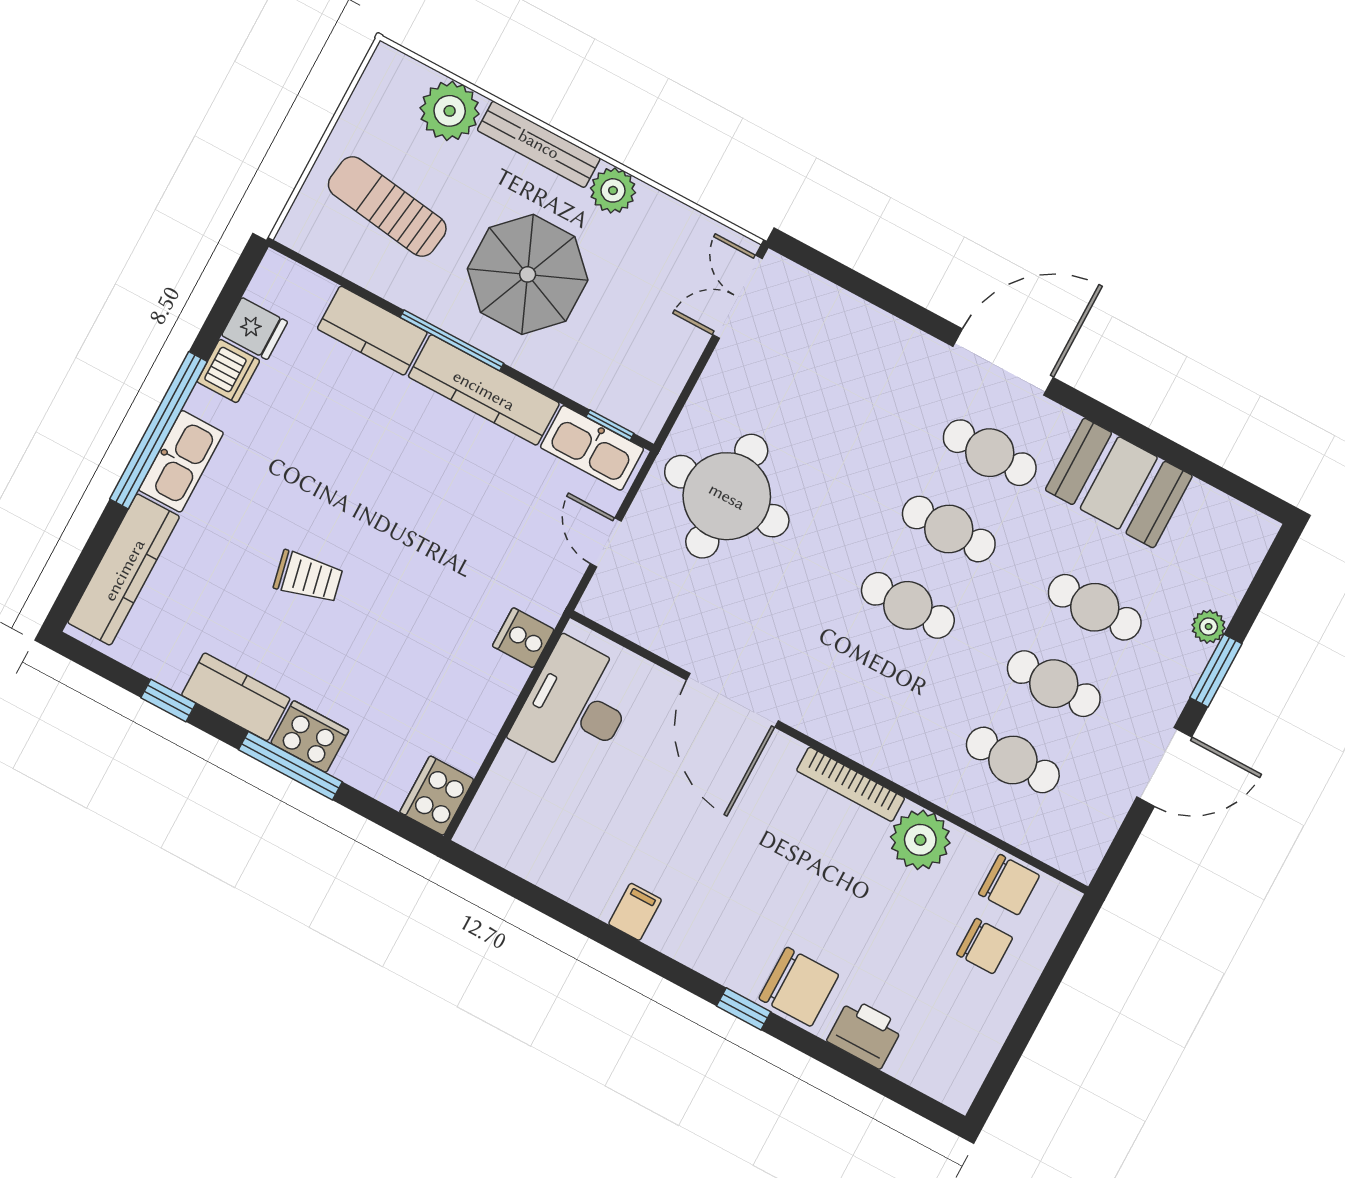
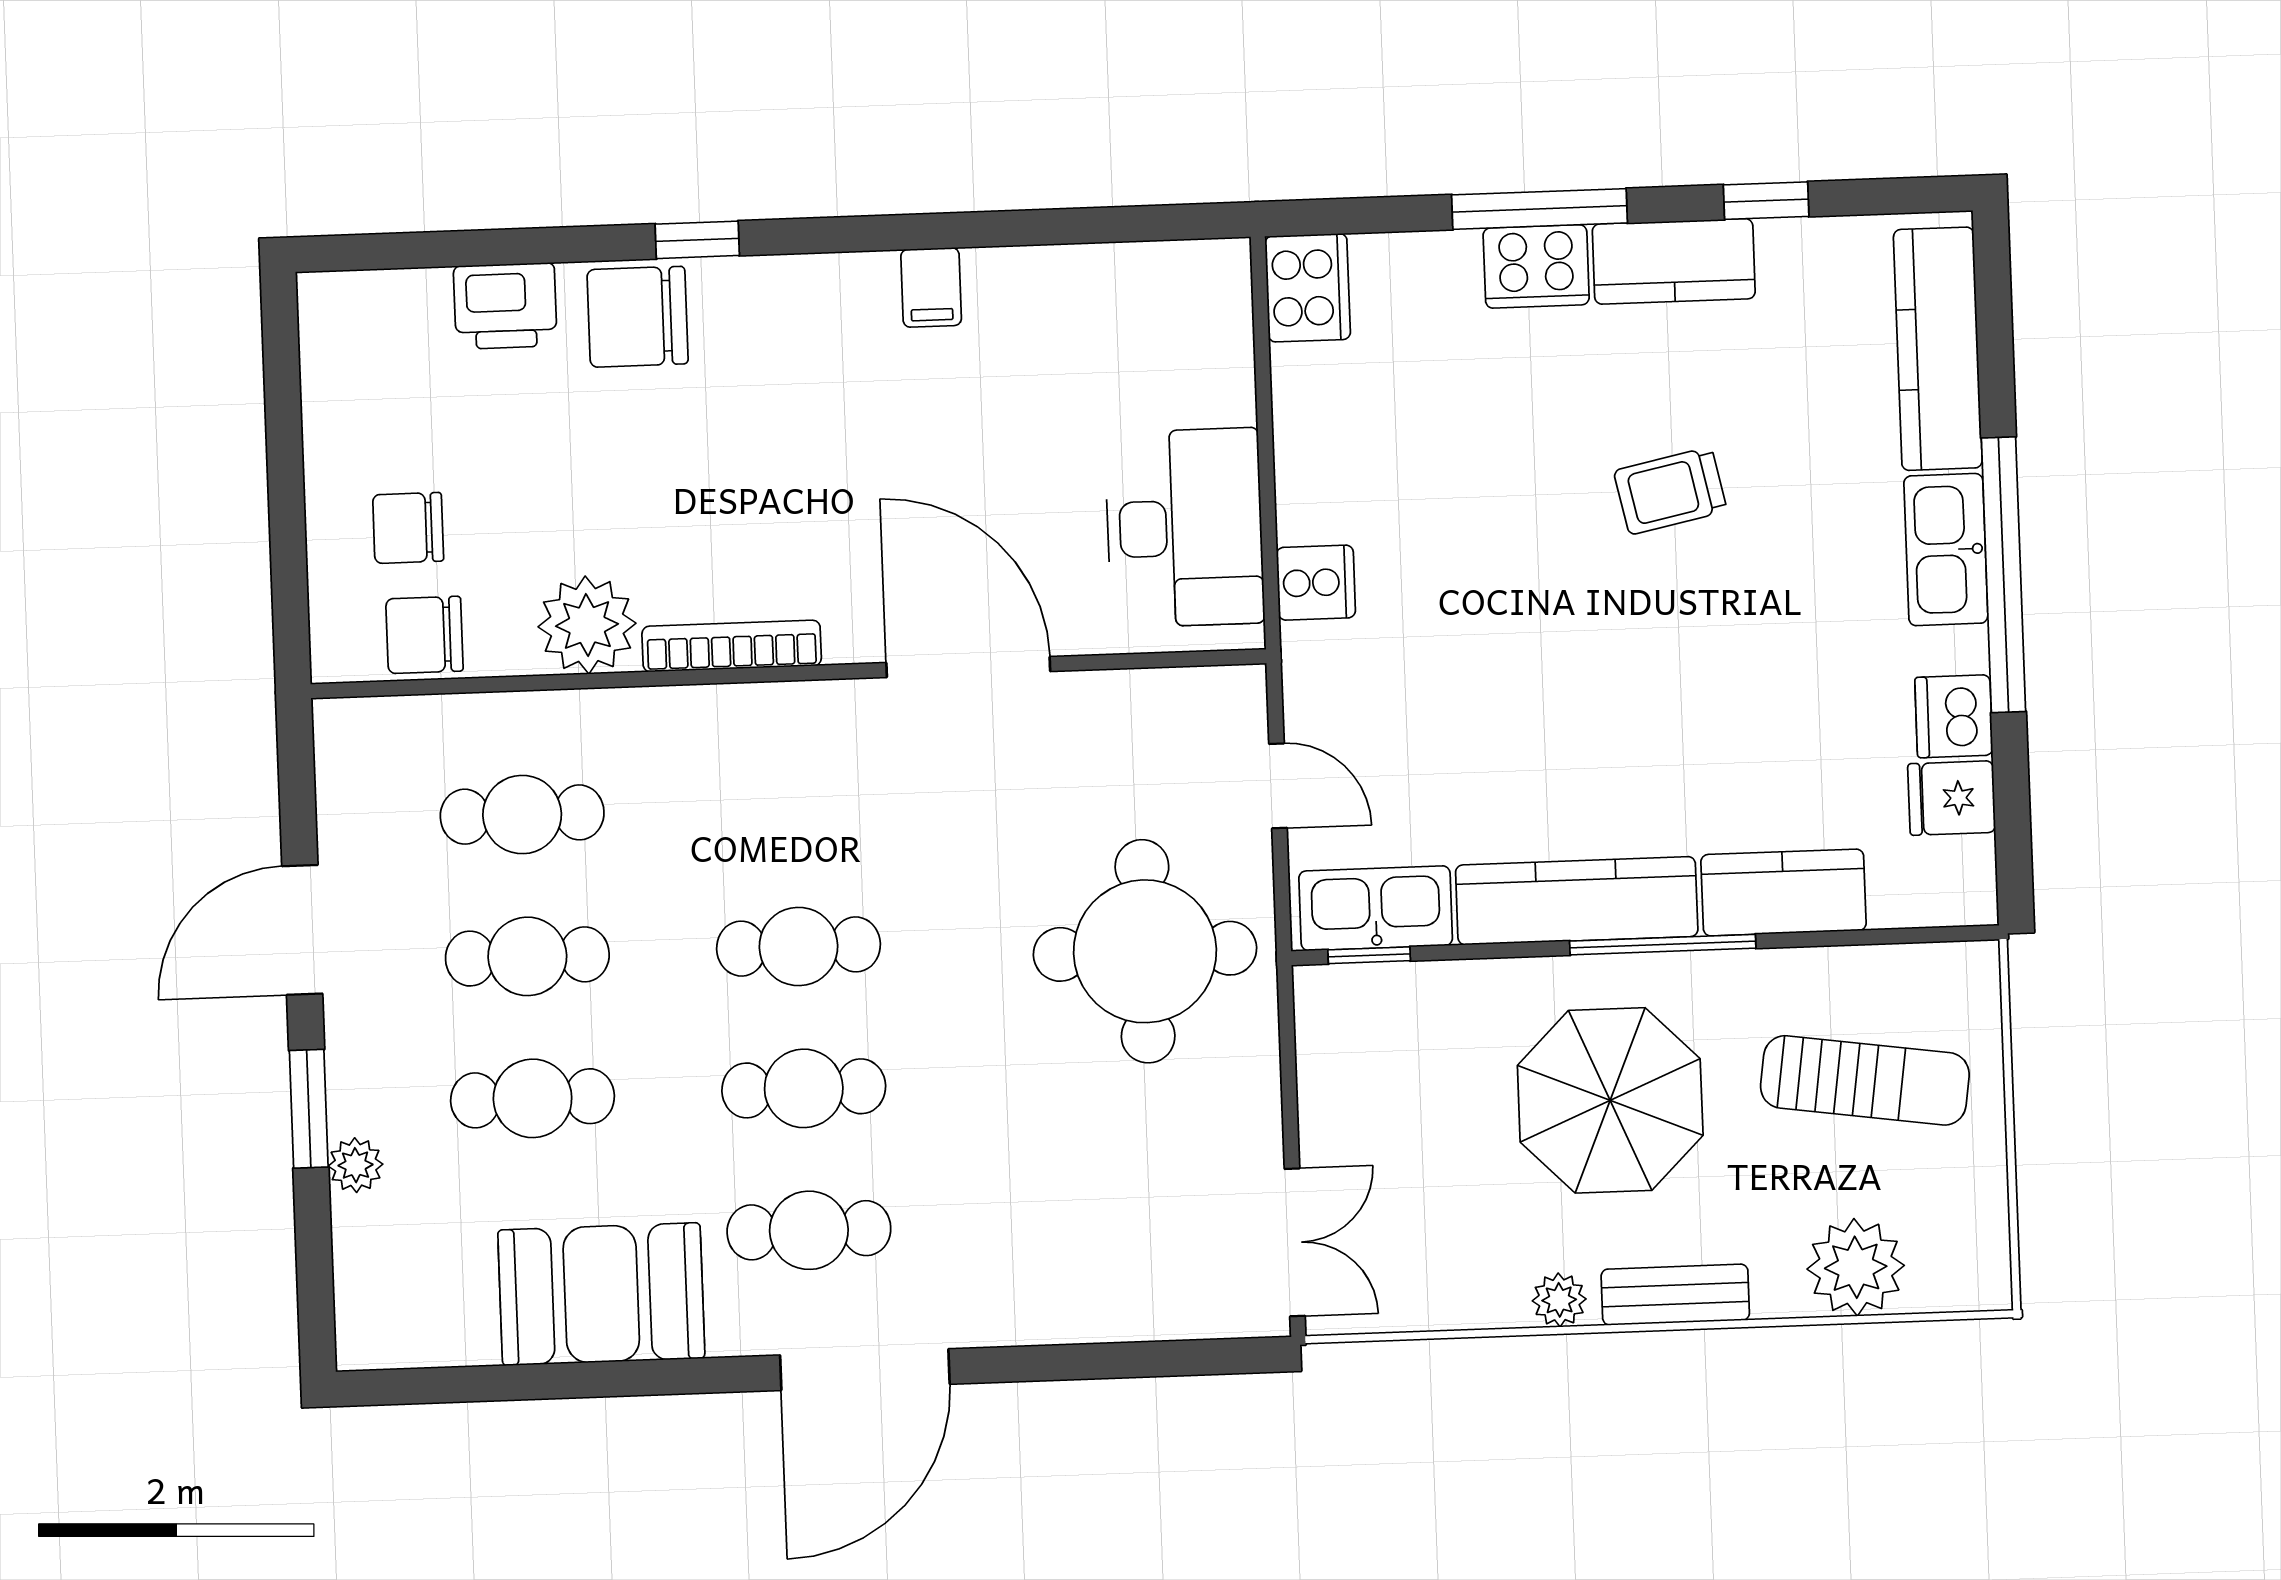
bench: (539, 144) -> (1675, 1295), width x0.73
plant: (613, 190) -> (1559, 1300), width x0.73, depth x0.73

